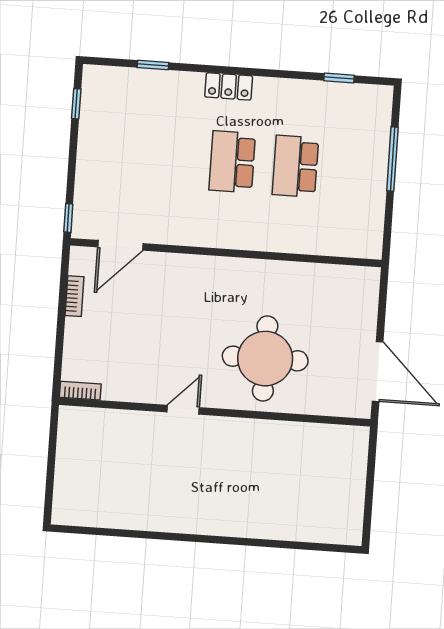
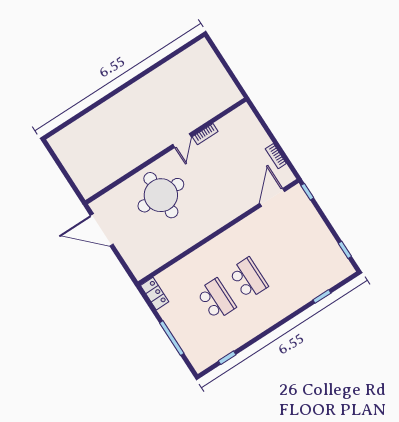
locker: (229, 86) -> (155, 294), moved, turned 90
bookcase: (80, 391) -> (205, 134), moved

